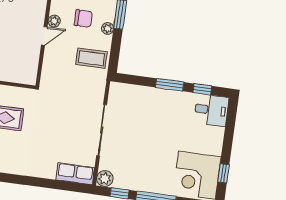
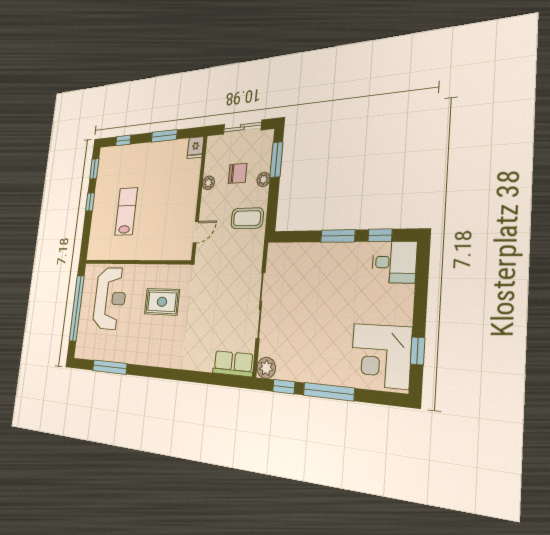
door: (44, 36) -> (196, 232), moved

